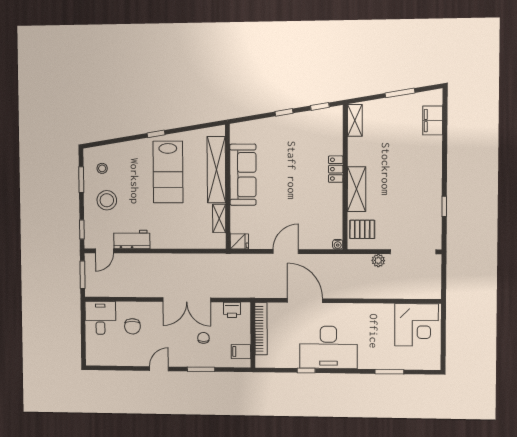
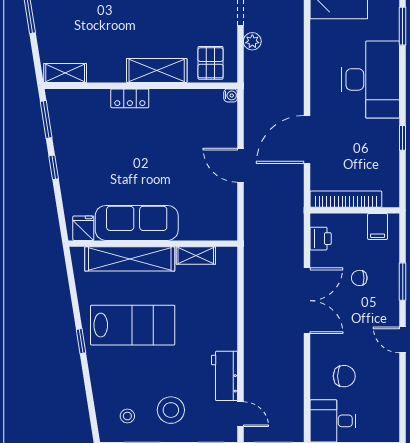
window: (320, 106) -> (46, 120), width x1.50
fridge: (239, 241) -> (83, 228), moved
desk: (328, 347) -> (370, 79), moved

